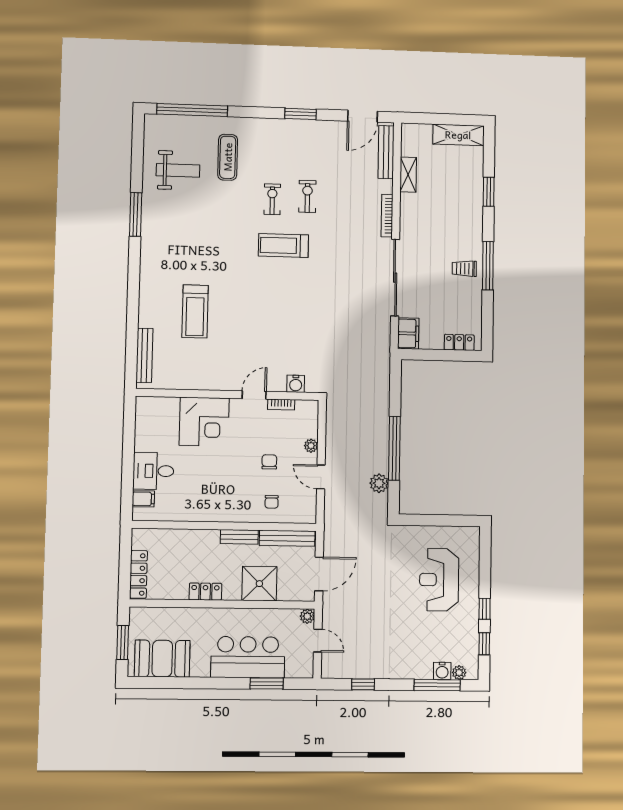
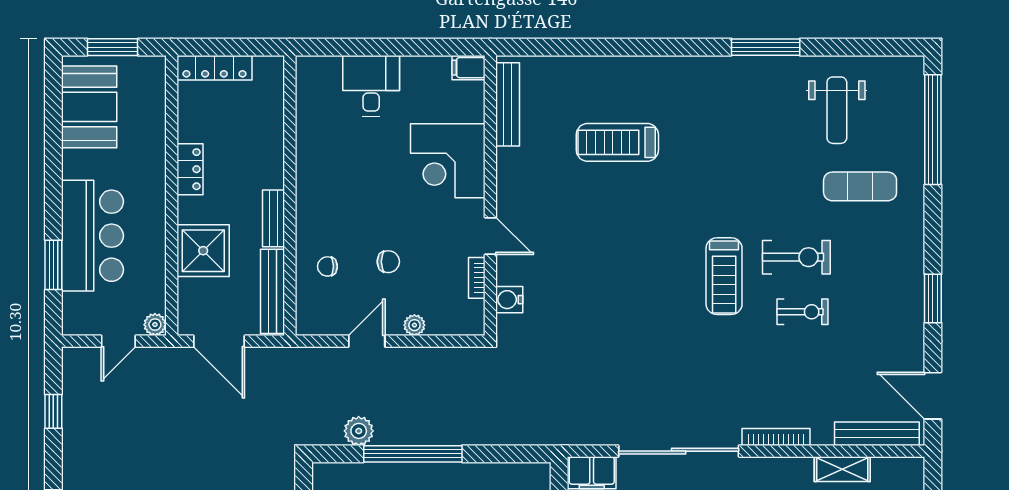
exercise bike: (272, 199) -> (796, 257), width x1.38, depth x1.39
treadmill: (283, 245) -> (724, 276), turned 180
bench: (144, 355) -> (508, 104), moved, turned 90
filing cabinet: (143, 499) -> (469, 68), moved, turned 90

